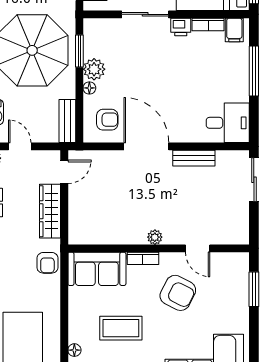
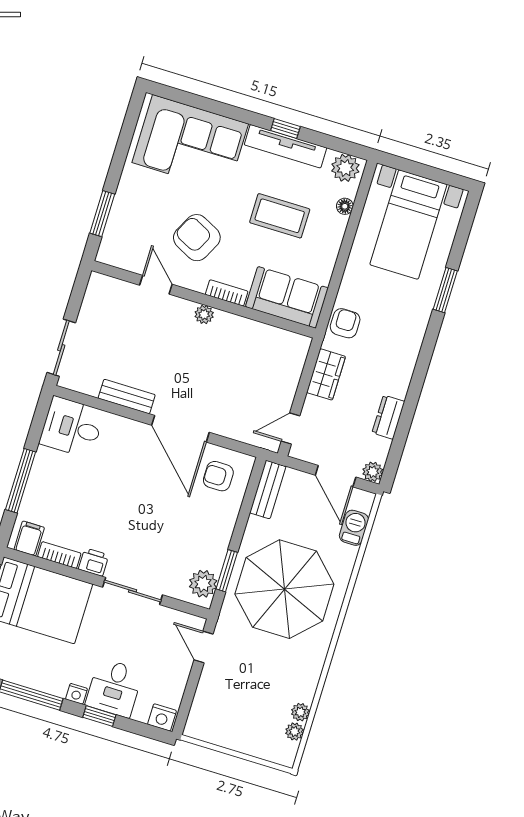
plant: (94, 69) -> (203, 584), moved
floor lamp: (89, 88) -> (228, 522), removed
door: (20, 146) -> (336, 476), width x1.38
wardrobe: (50, 211) -> (326, 374), width x0.67

